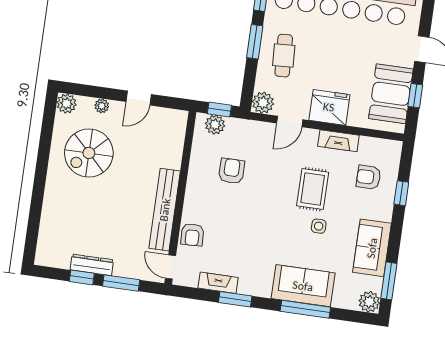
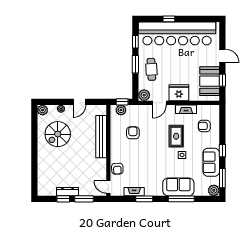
window: (401, 193) -> (222, 151), moved
bench: (165, 210) -> (101, 137), moved

